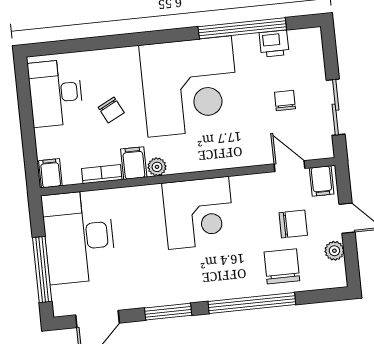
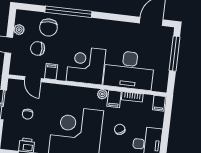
filing cabinet: (322, 181) -> (51, 72), moved
desk: (79, 237) -> (129, 70), moved, turned 90
window: (168, 312) -> (113, 17), removed

